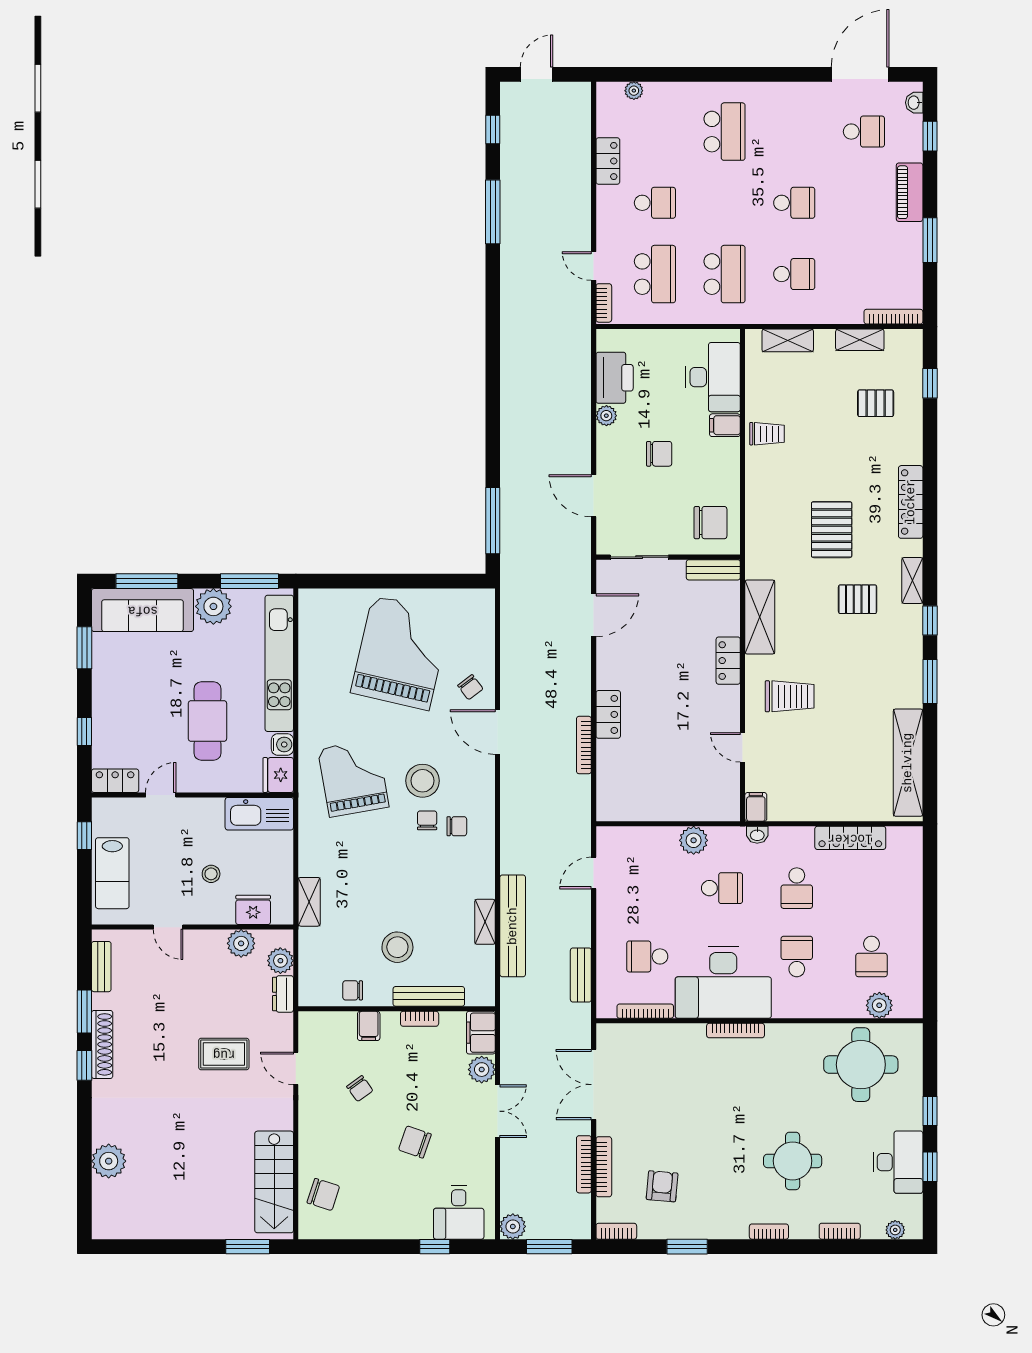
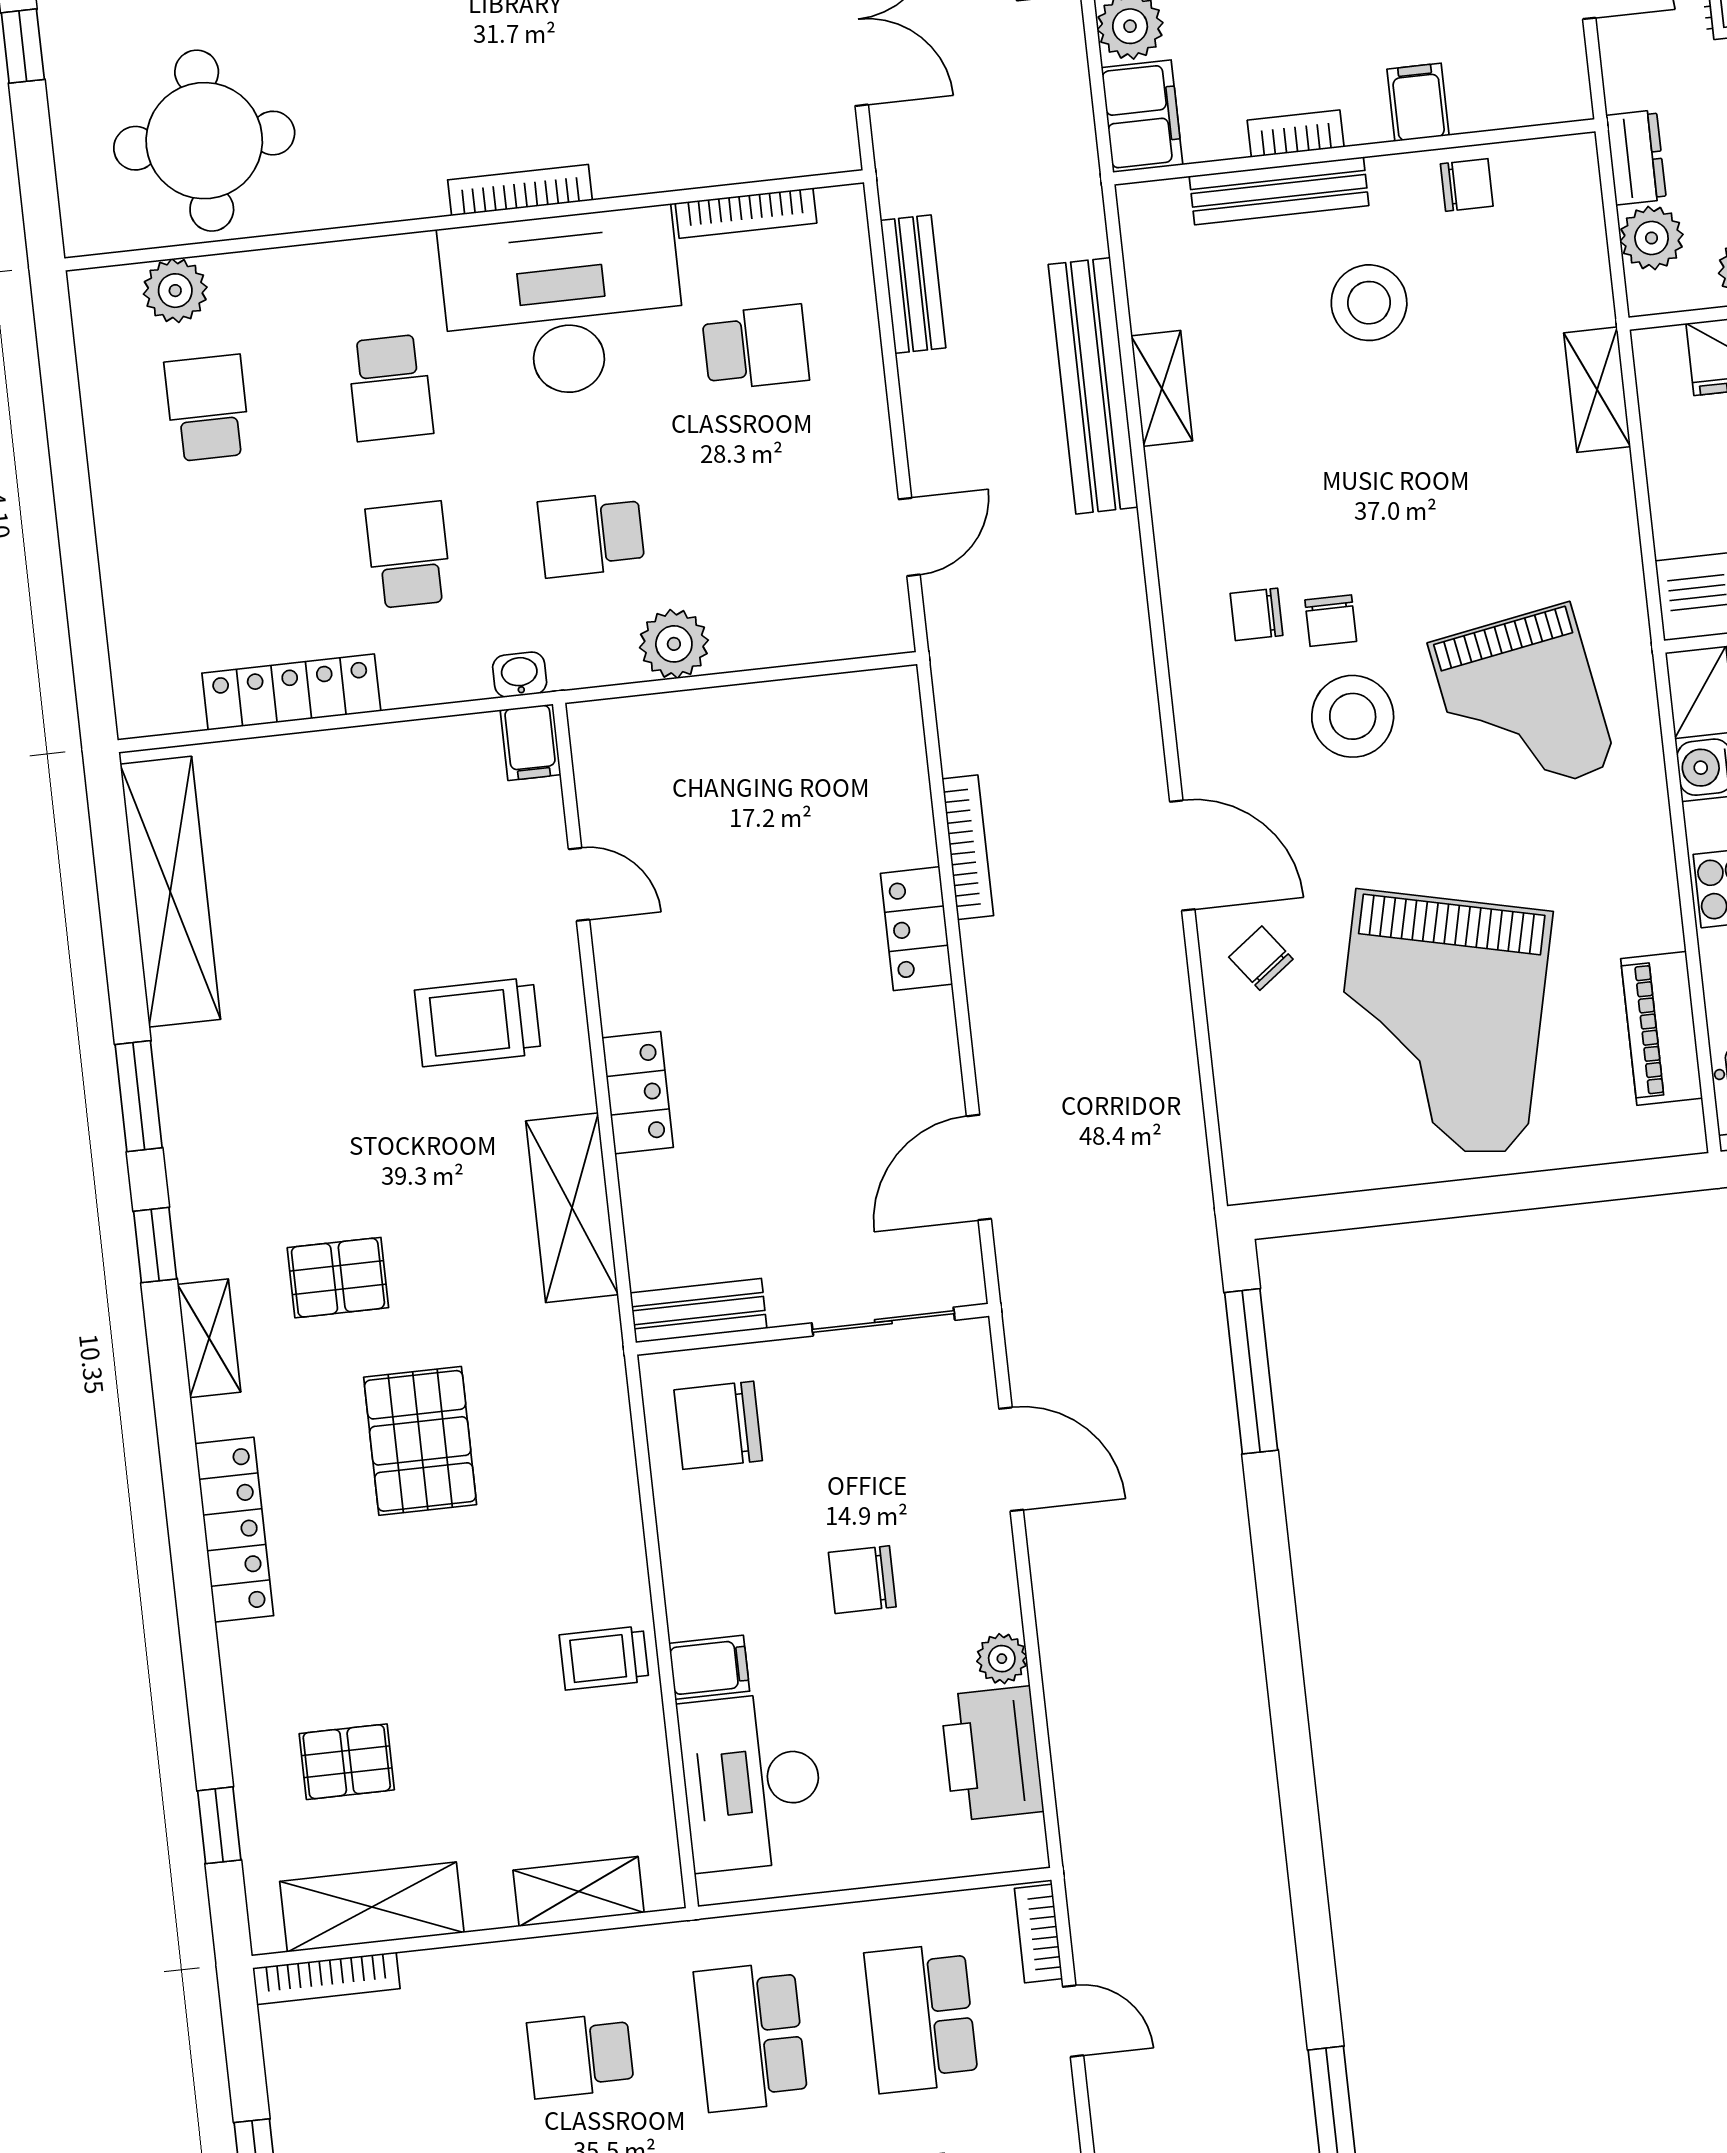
shelving: (860, 340) -> (372, 1907), width x1.50, depth x1.33
piano: (312, 641) -> (1662, 1028), added

